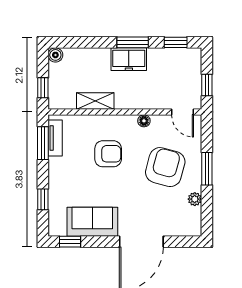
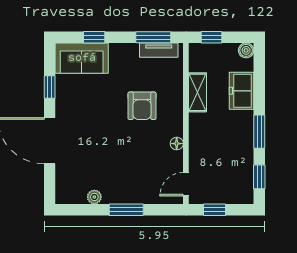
freezer: (129, 59) -> (242, 91), moved
armchair: (165, 167) -> (128, 166), removed
sofa: (92, 222) -> (82, 58), moved, turned 90
window: (70, 242) -> (50, 87), moved

